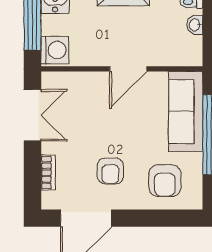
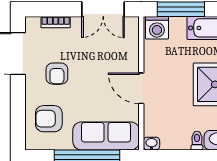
washbasin: (195, 25) -> (151, 144), moved
armchair: (110, 171) -> (57, 74), turned -90

